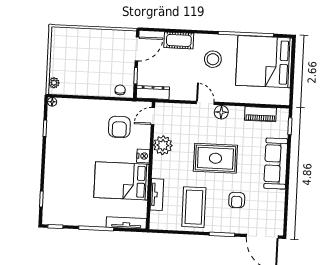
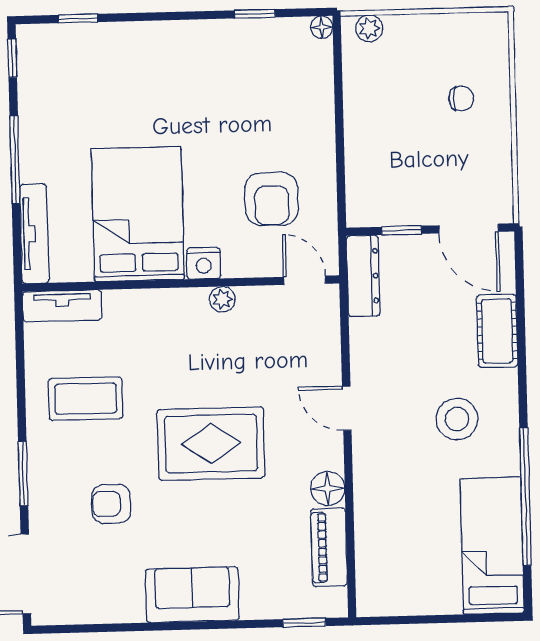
bed: (264, 62) -> (492, 546), width x0.49
chair: (120, 90) -> (461, 98), moved
door: (205, 103) -> (347, 408), swing flipped
floor lamp: (221, 112) -> (328, 489), moved
armchair: (119, 127) -> (272, 199), turned -90
plant: (163, 145) -> (222, 299), width x0.53, depth x0.53
rug: (215, 158) -> (211, 444), turned 90
sofa: (276, 164) -> (192, 595), width x0.73
tv unit: (157, 195) -> (62, 306), moved
coffee table: (194, 207) -> (86, 399), width x0.73, depth x0.76

